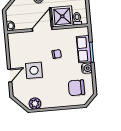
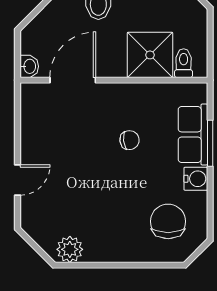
door: (42, 29) -> (73, 80), moved
side table: (34, 70) -> (74, 173), removed
chair: (76, 88) -> (168, 221), turned 90

